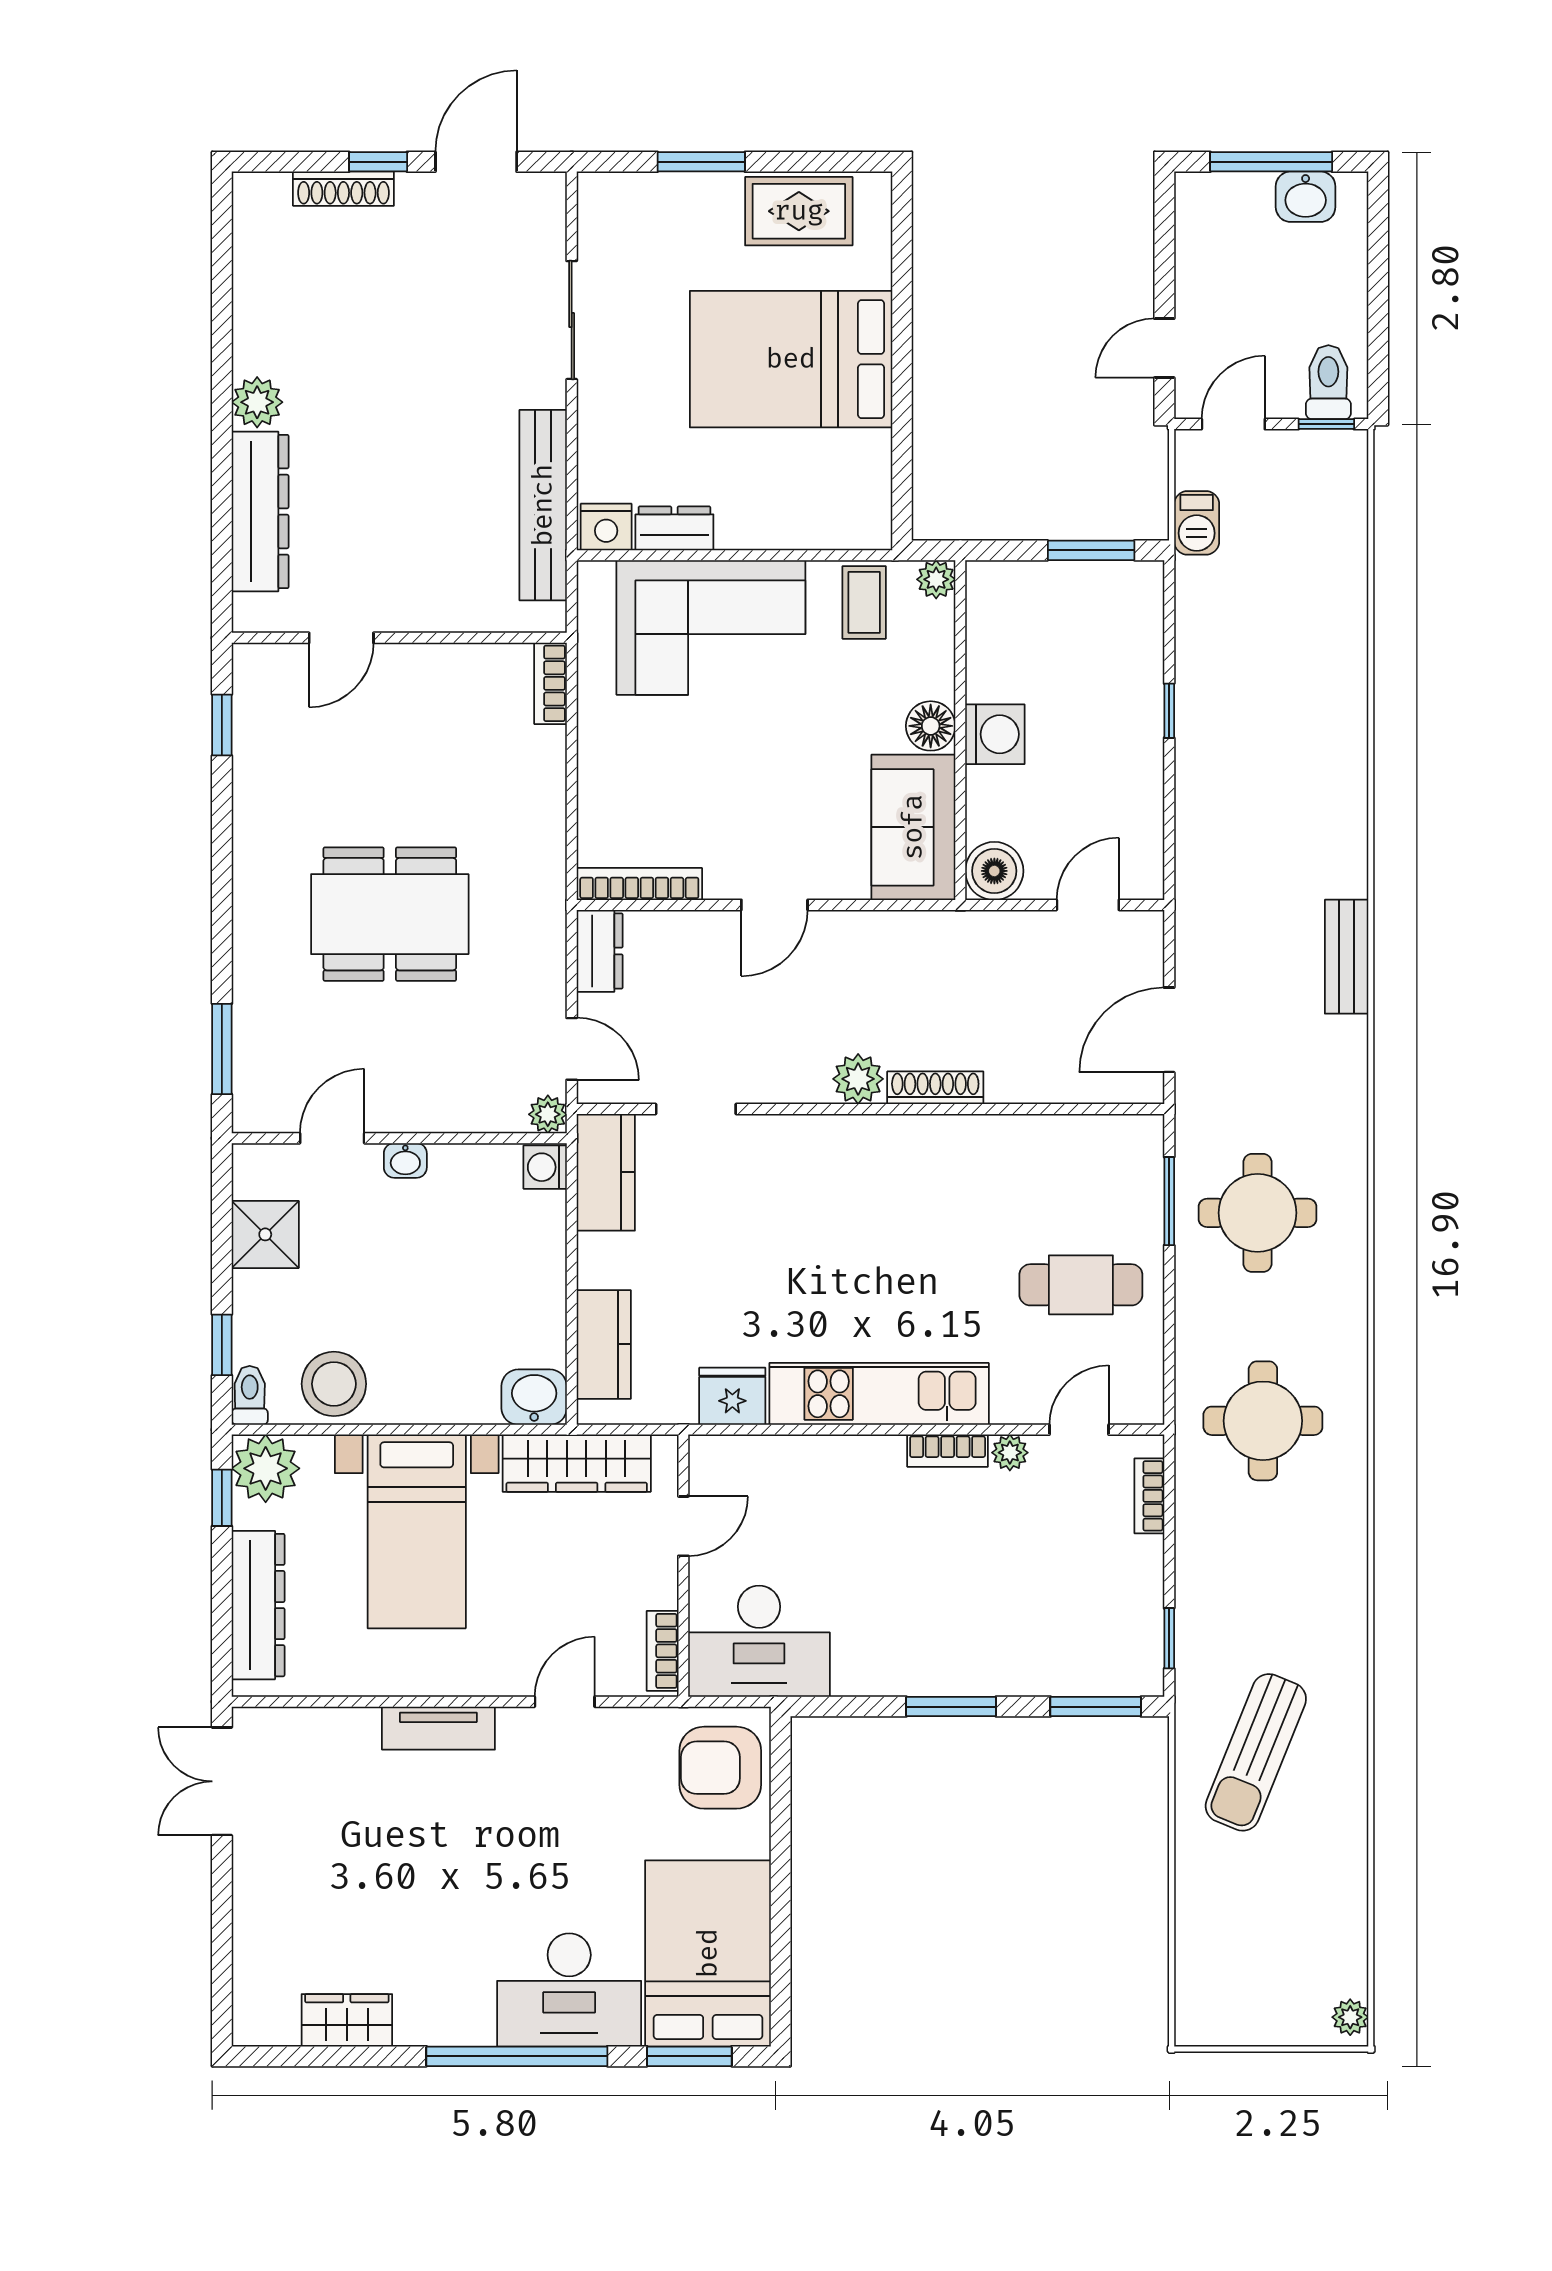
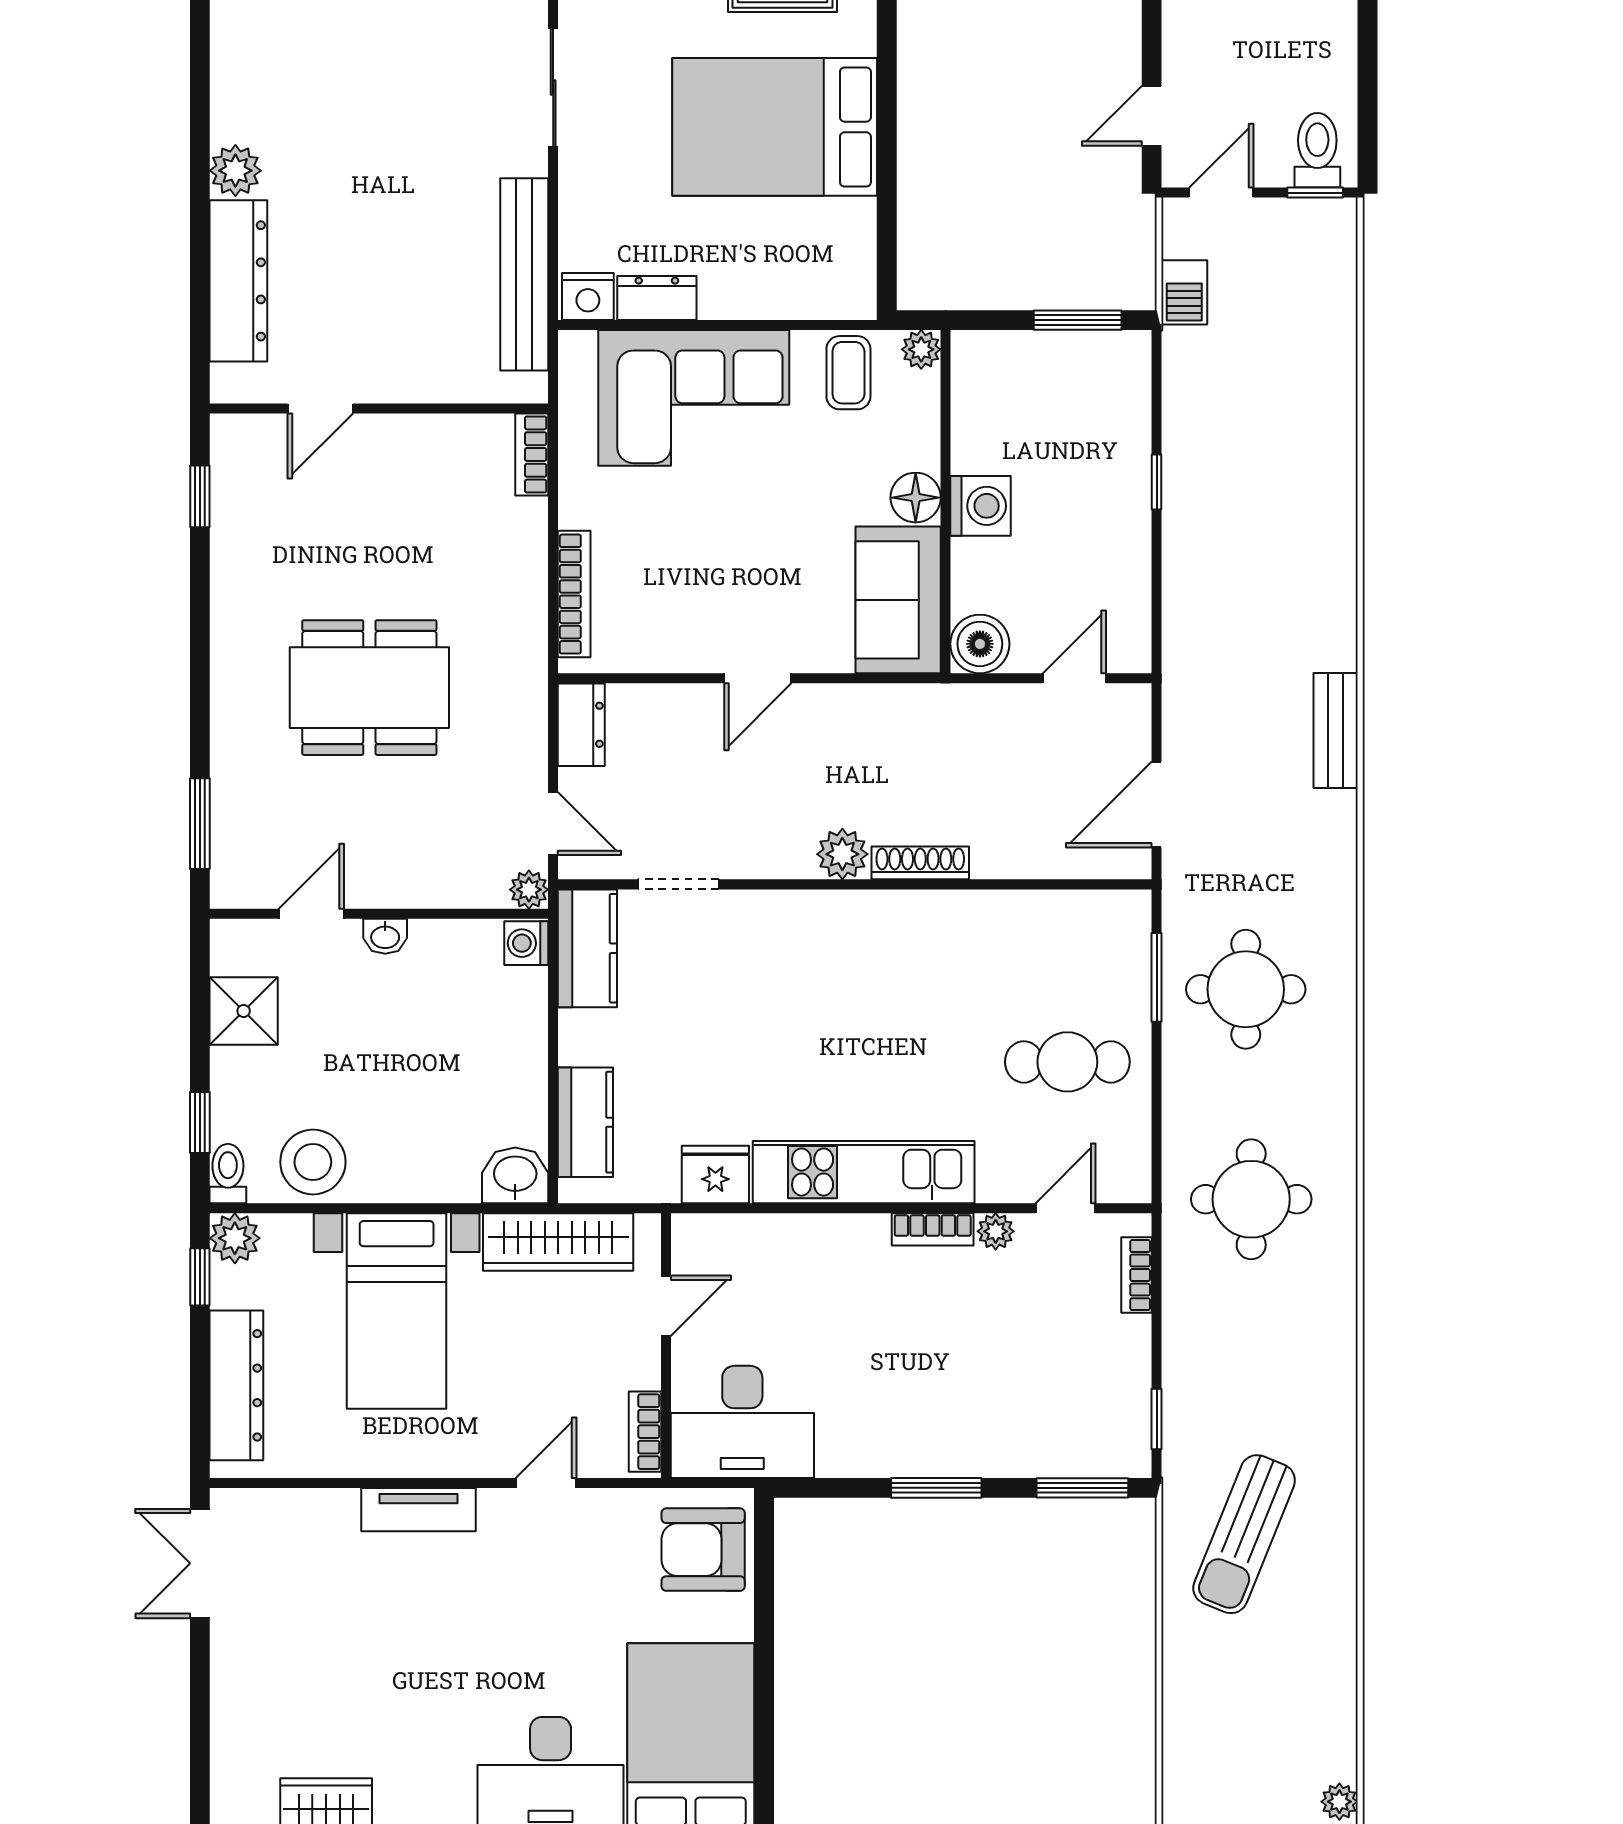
bookcase: (639, 884) -> (574, 594), moved, turned 90
plant: (266, 1468) -> (235, 1238), width x0.73, depth x0.73

